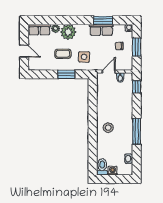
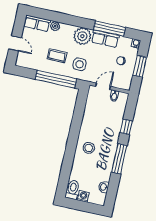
window: (103, 20) -> (109, 29), width x1.44
plant: (68, 32) -> (82, 36), moved
window: (66, 74) -> (56, 79), width x2.11
window: (137, 87) -> (126, 127), moved

